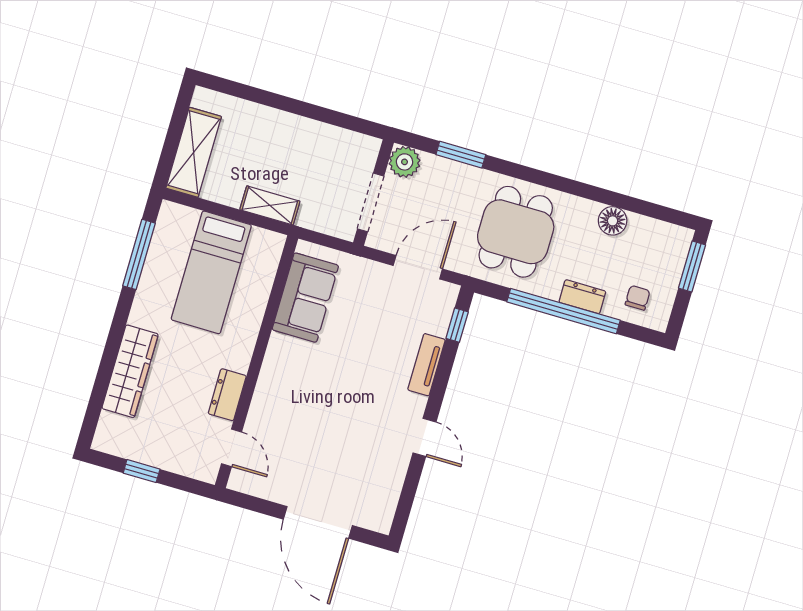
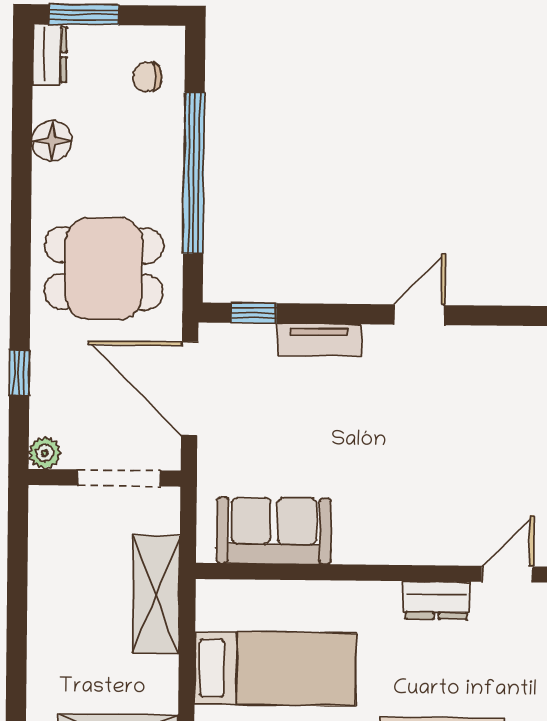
window: (461, 155) -> (19, 373), width x0.67
plant: (405, 162) -> (45, 453), width x0.73, depth x0.73
shelving: (270, 205) -> (156, 594), width x1.50, depth x1.33
door: (418, 267) -> (190, 389), width x1.36
dresser: (582, 297) -> (50, 54), moved, turned 180

